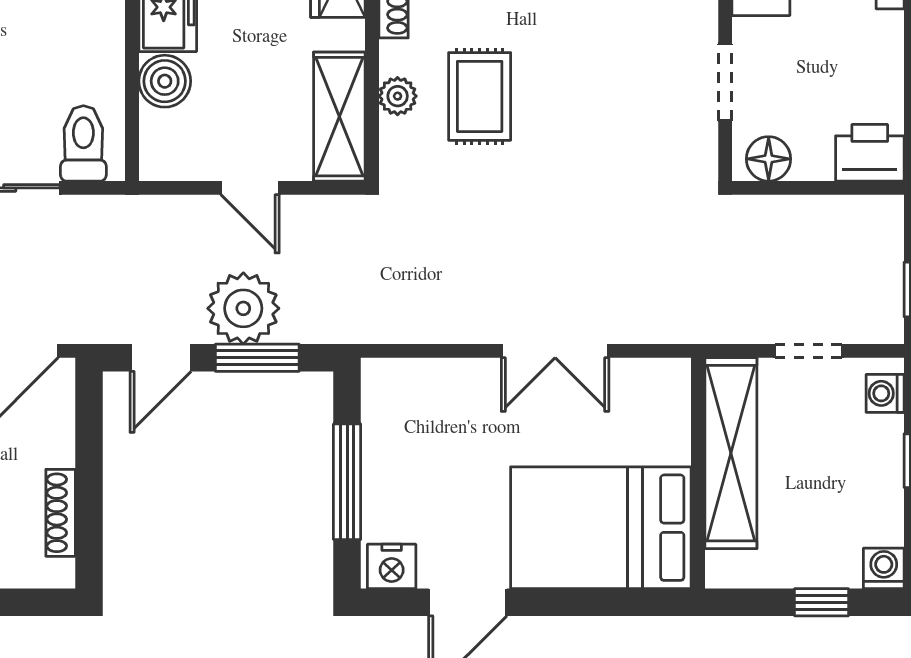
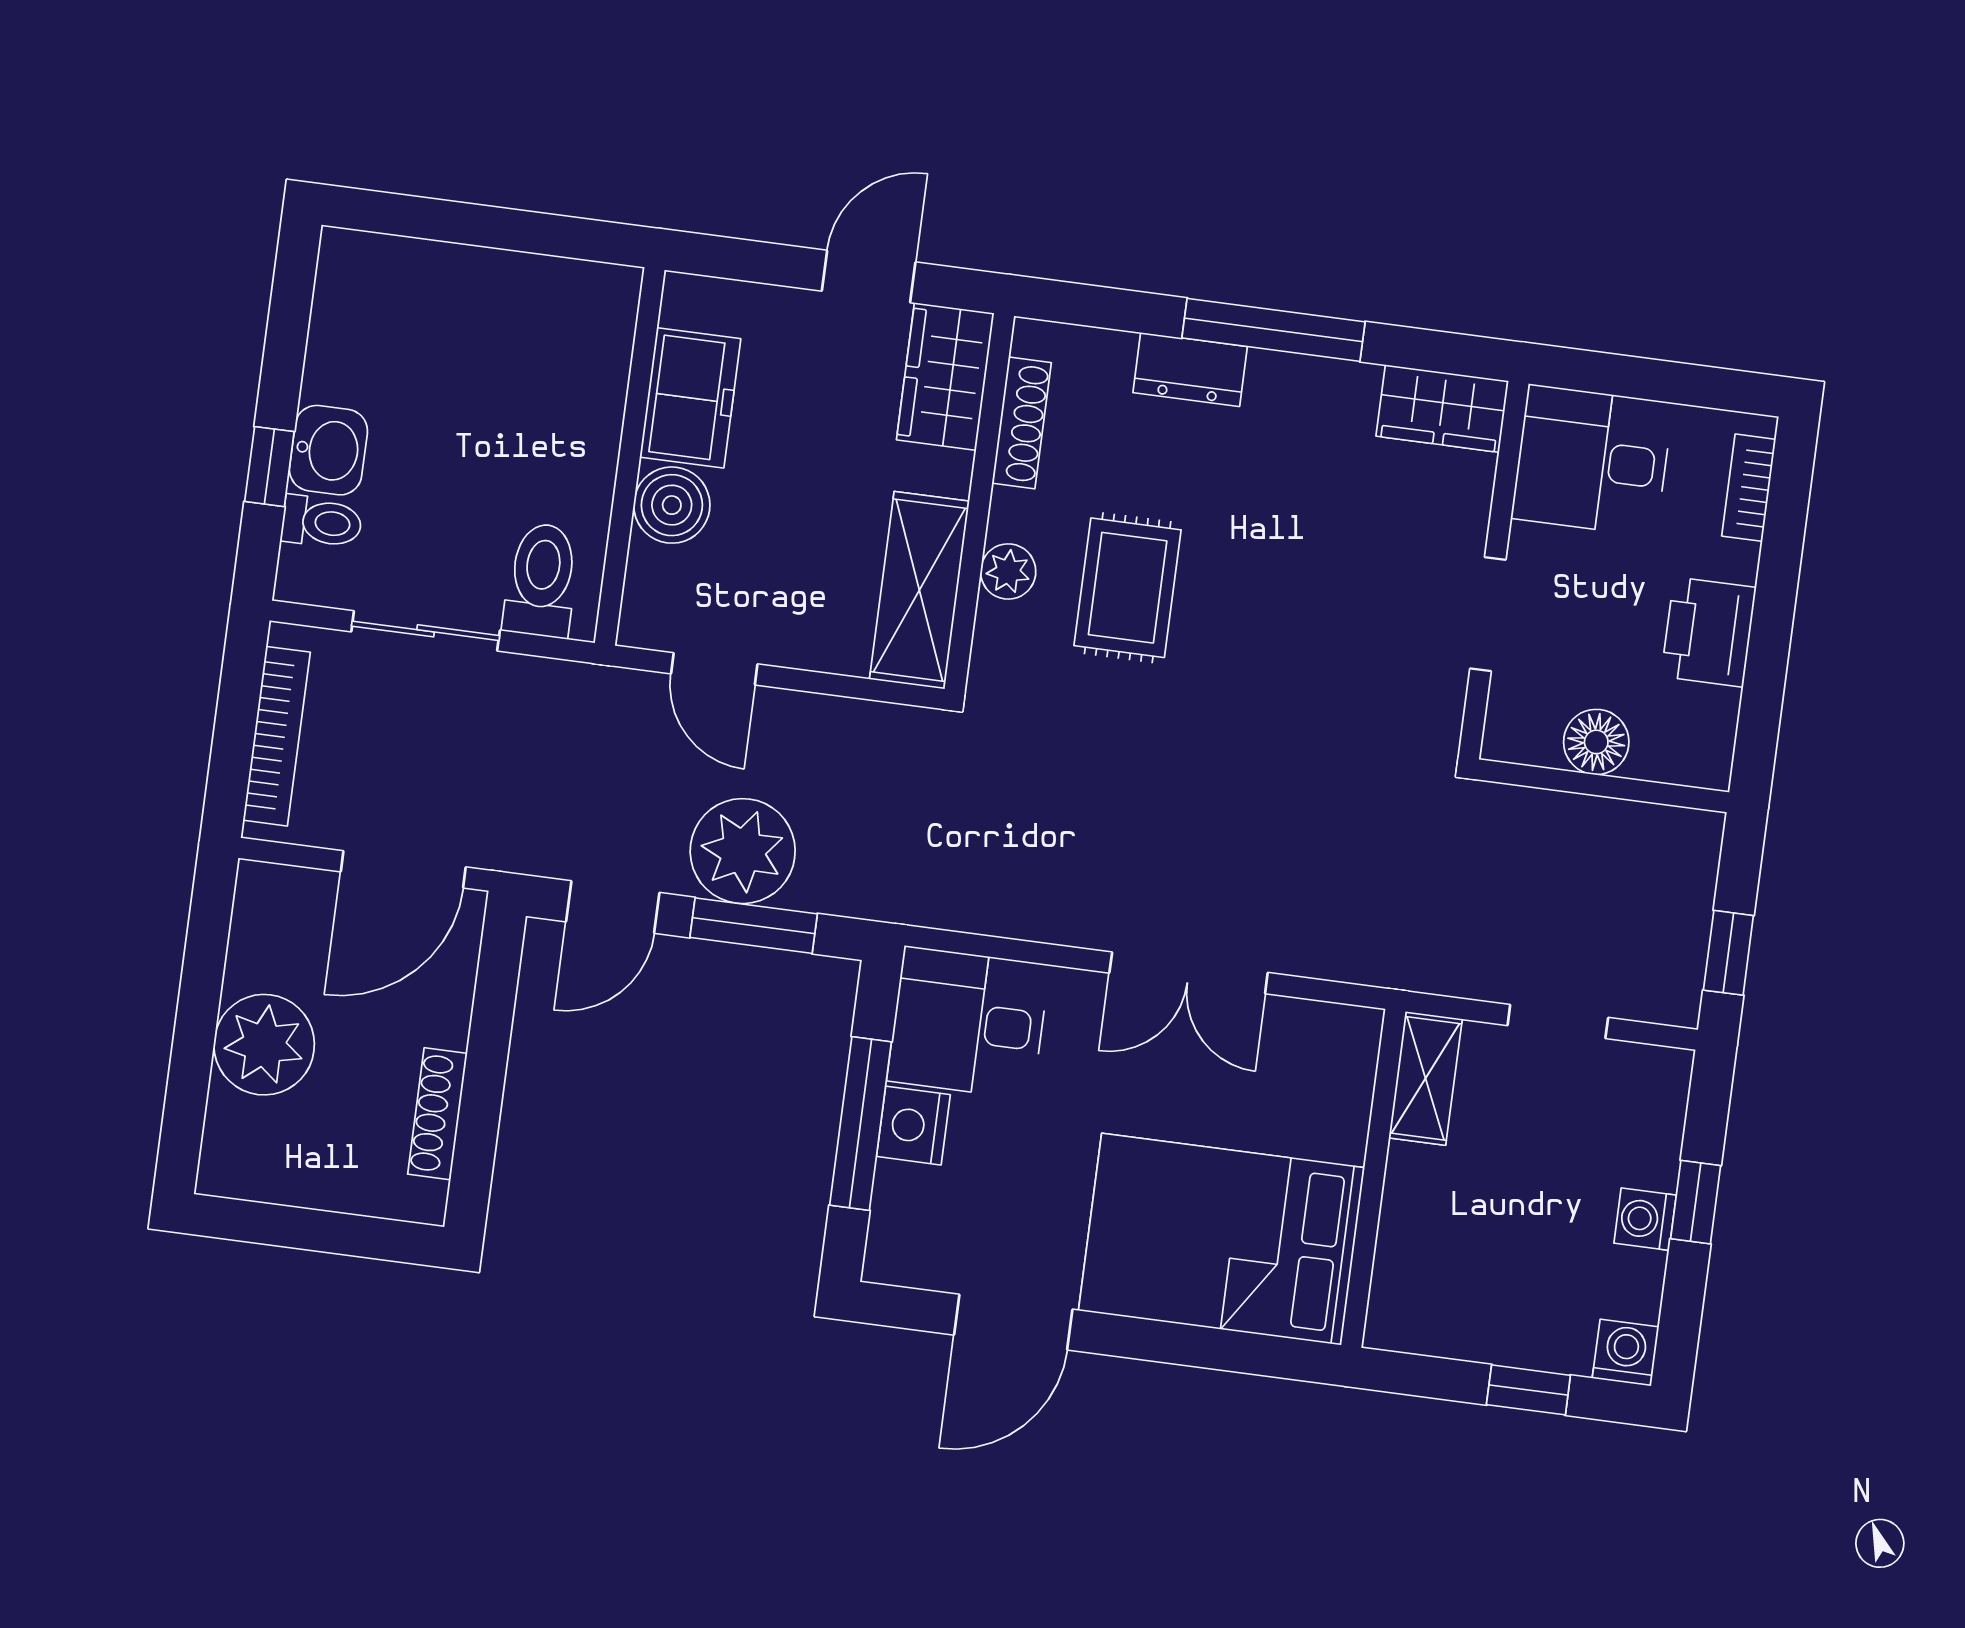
printer: (870, 153) -> (1709, 632), moved, turned -90
floor lamp: (769, 159) -> (1596, 742), moved
door: (250, 188) -> (714, 669), moved
washing machine: (885, 393) -> (1645, 1219), moved
desk: (411, 404) -> (968, 1023), added
shelving: (731, 453) -> (1426, 1078), width x0.45, depth x0.75
nightstand: (392, 566) -> (913, 1126), moved, turned 90

